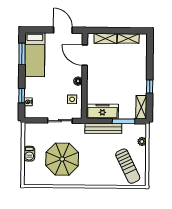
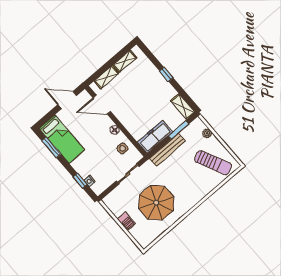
window: (150, 86) -> (166, 74), moved

